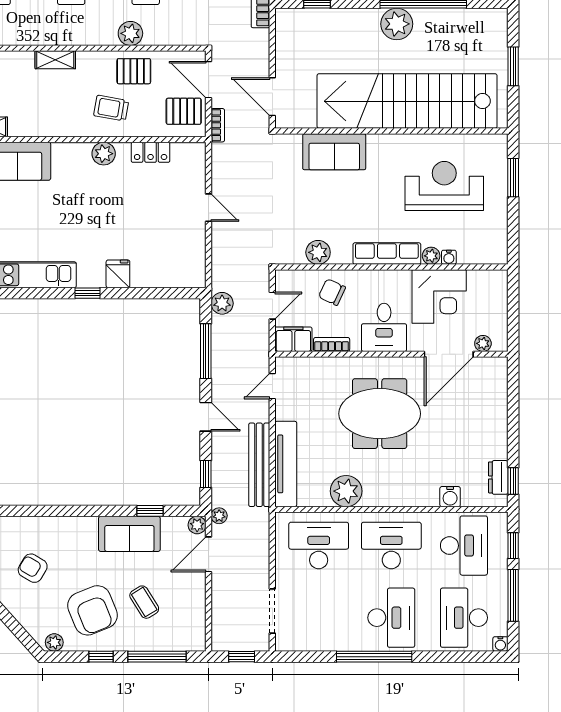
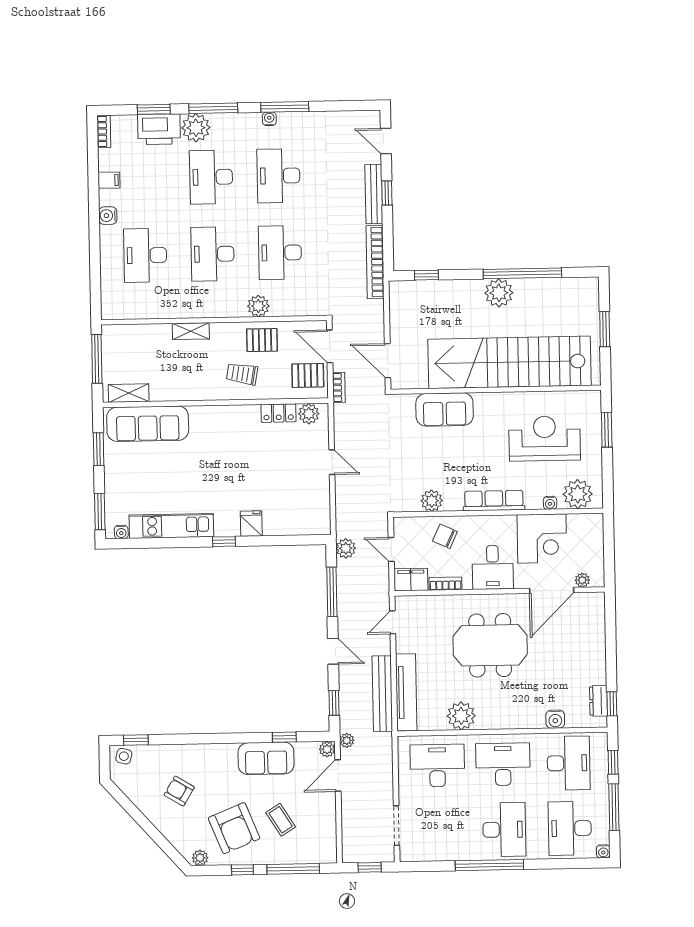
plant: (104, 154) -> (309, 414), moved
plant: (431, 256) -> (578, 494), moved, width x1.88, depth x1.88
door: (272, 306) -> (391, 550), swing flipped

